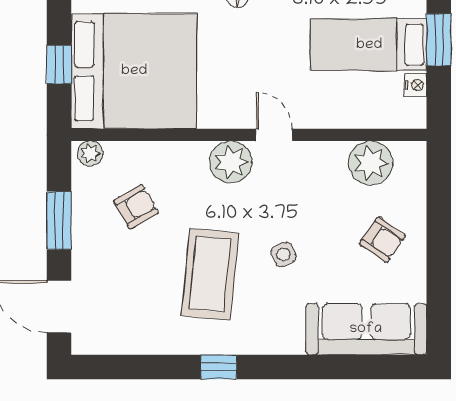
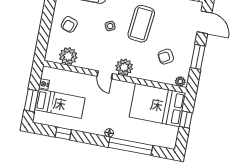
bed: (134, 71) -> (157, 105), width x0.73
armchair: (382, 240) -> (69, 24), turned -106

